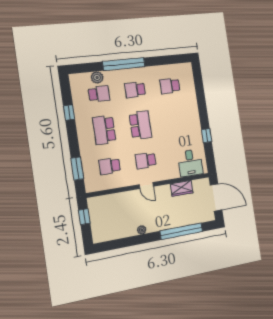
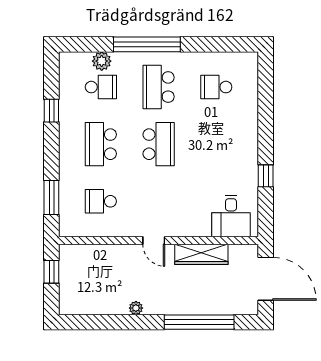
school desk: (135, 90) -> (159, 87), width x1.85
school desk: (146, 161) -> (159, 201), removed
wardrobe: (182, 188) -> (201, 254), width x1.50

